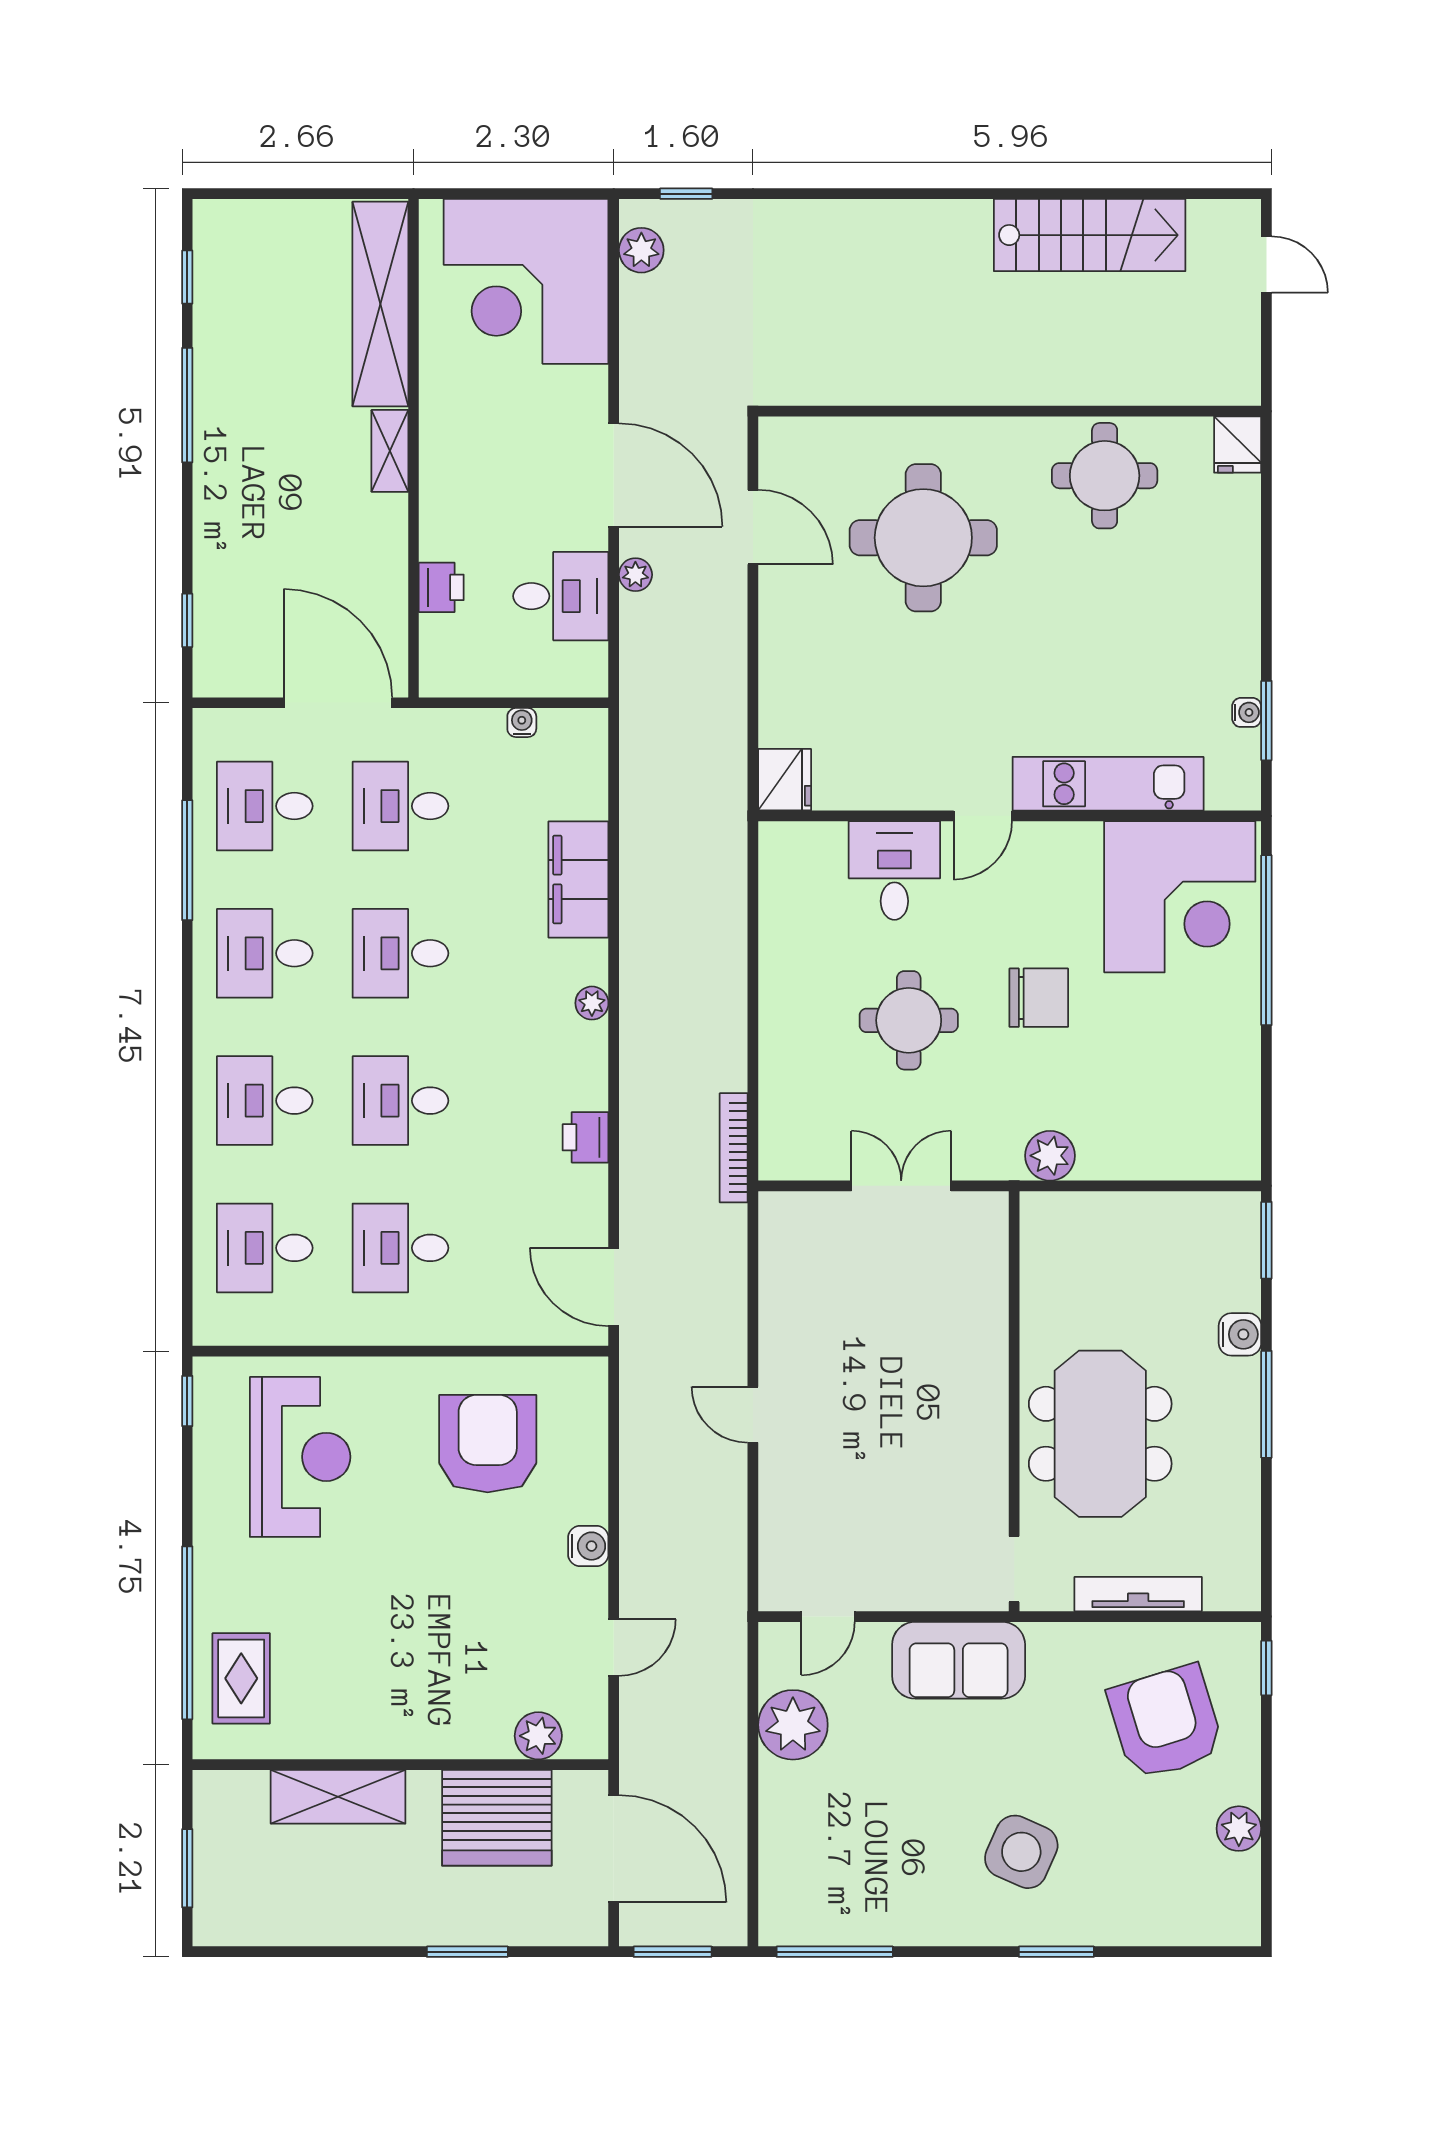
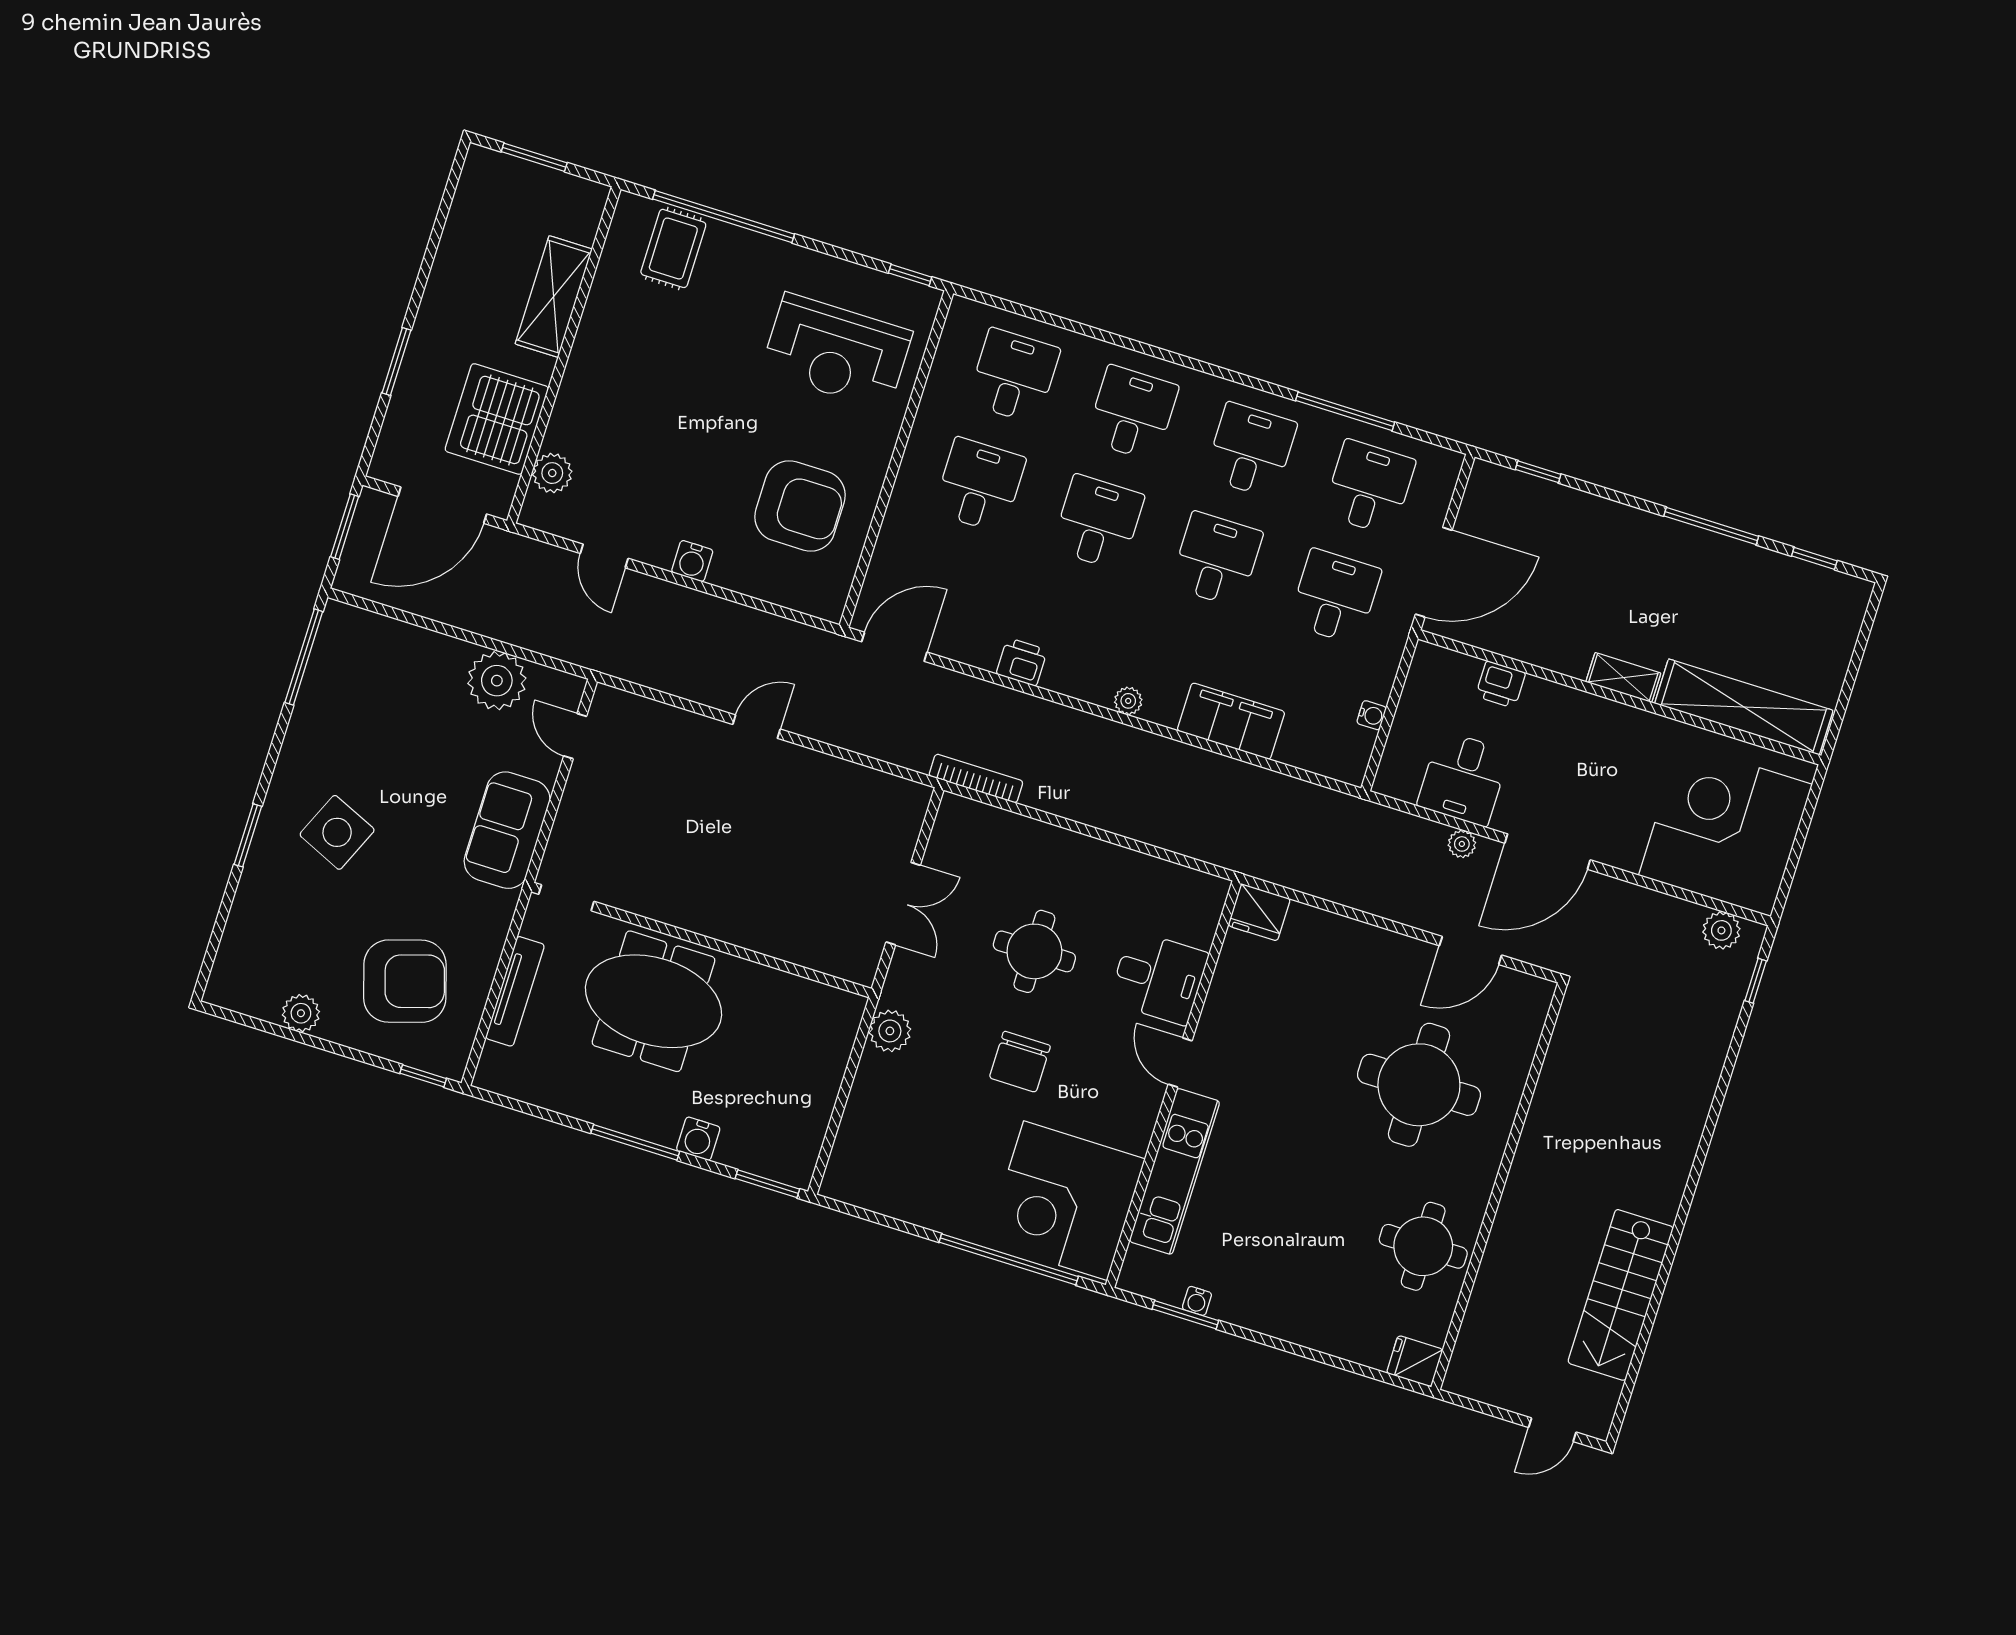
rug: (241, 1678) -> (673, 248), turned 90

